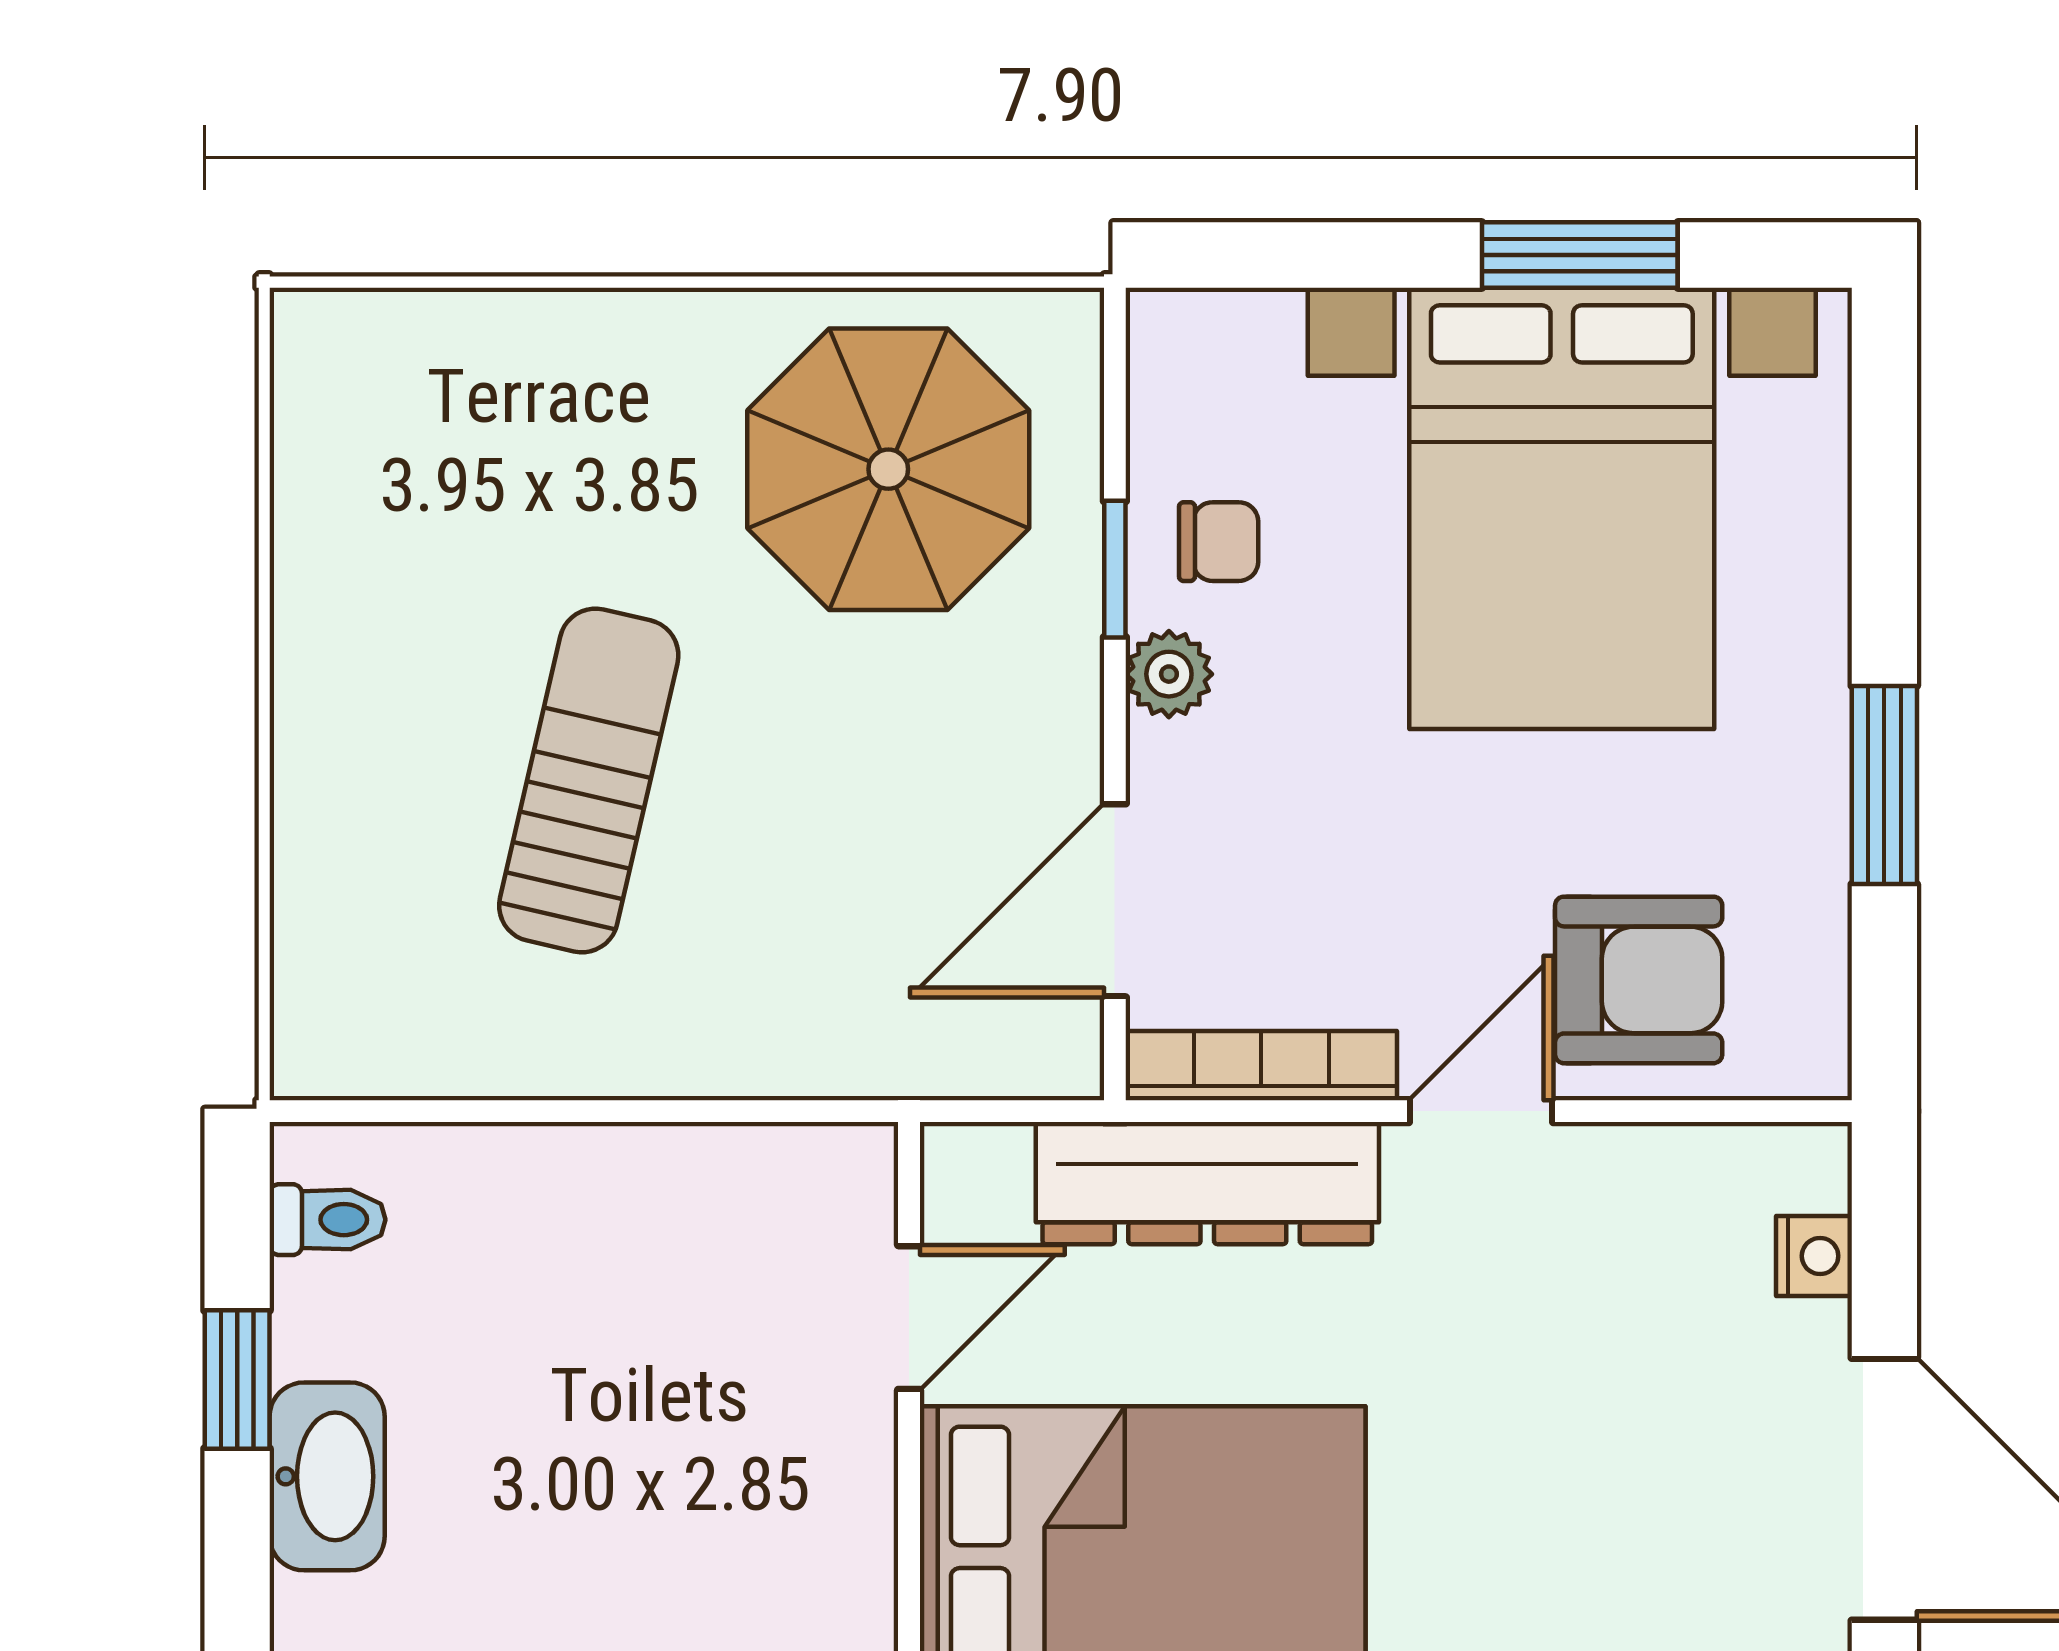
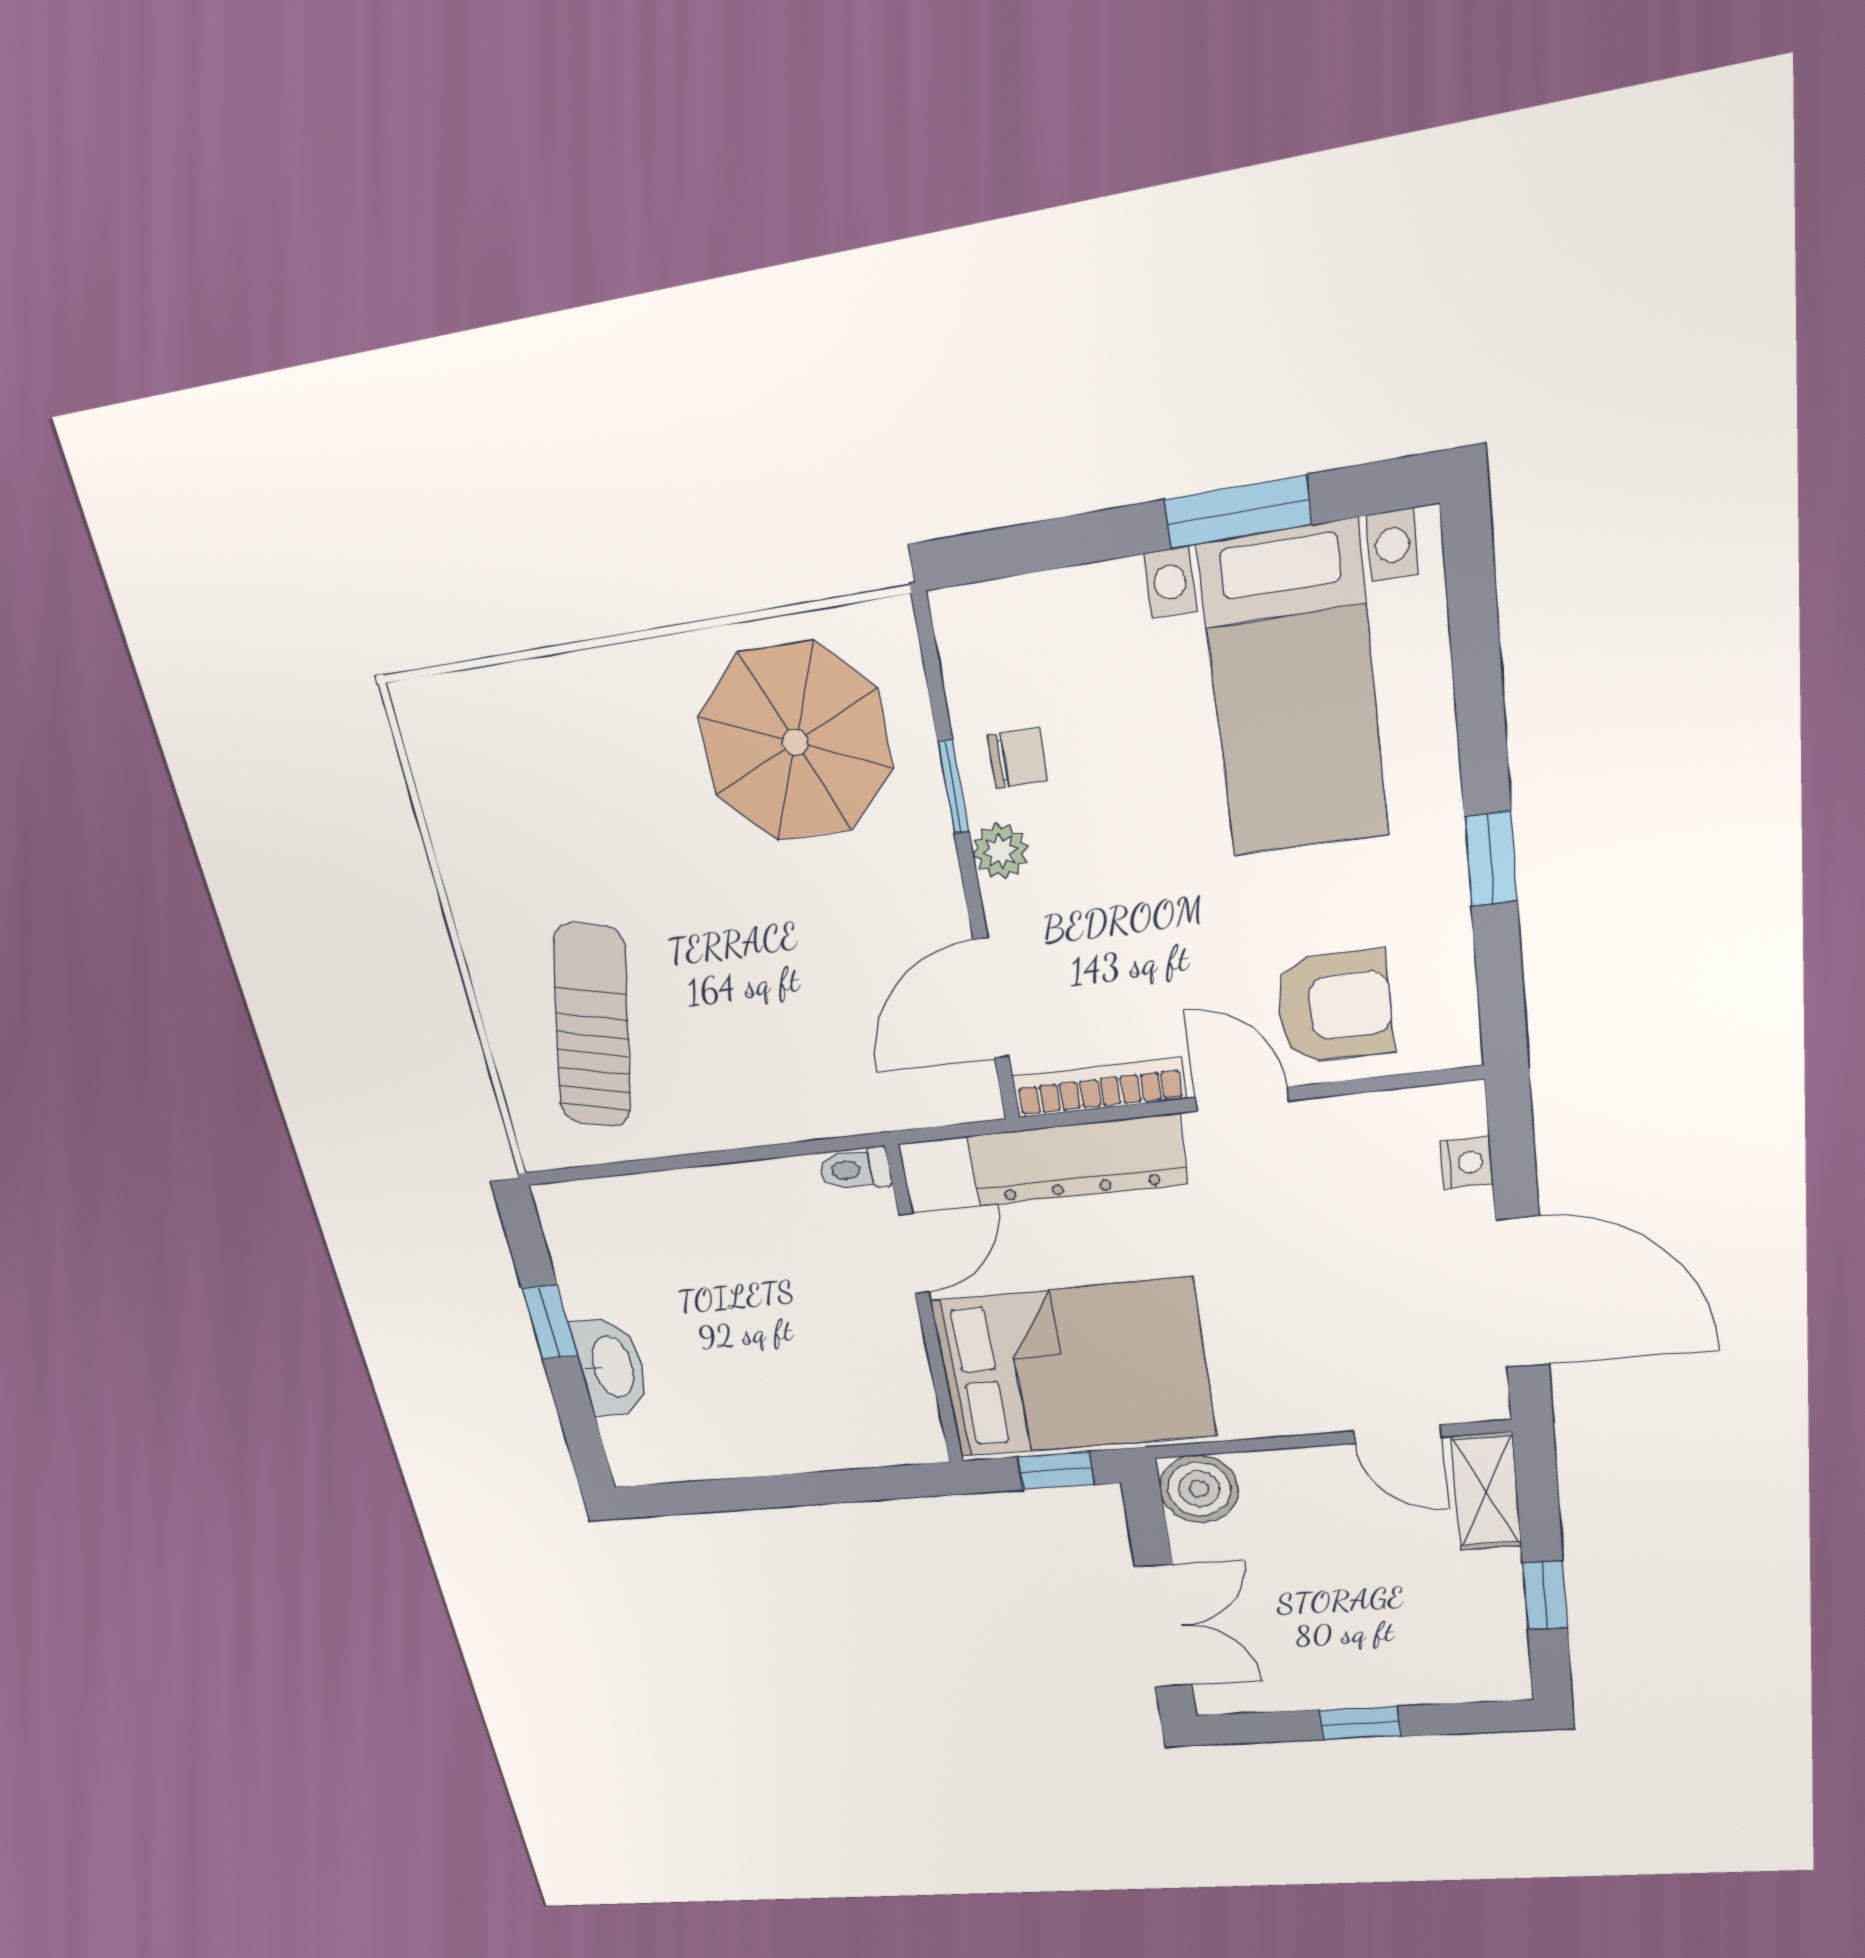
bed with nightstands: (1562, 508) -> (1294, 693), width x0.73
sun lounger: (589, 780) -> (592, 1026), moved
window: (1884, 785) -> (1491, 859), width x0.67
door: (1481, 1111) -> (1242, 1099), hinge flipped
toilet: (328, 1220) -> (855, 1169), moved, turned 180

